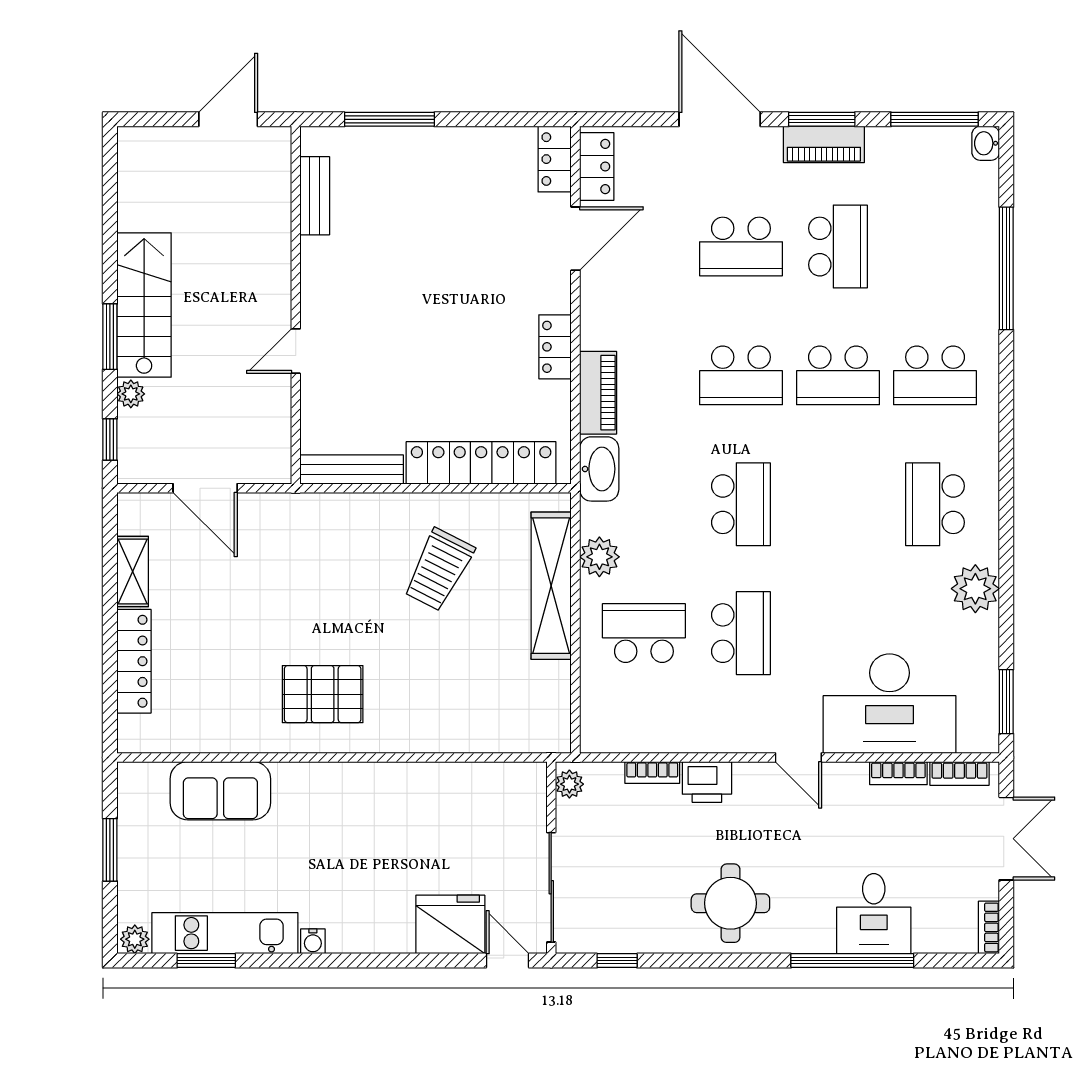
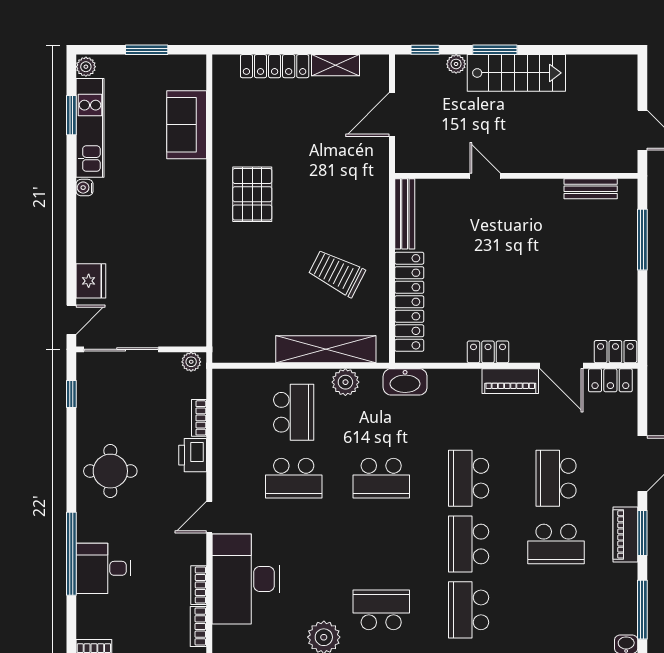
piano: (598, 393) -> (510, 381), moved
fridge: (450, 924) -> (91, 281), width x0.73, depth x0.75

